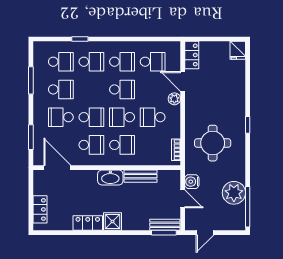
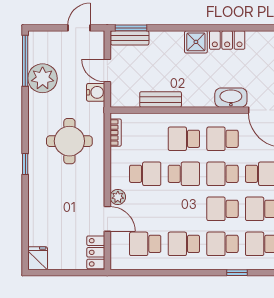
school desk: (122, 89) -> (223, 209), moved
washbasin: (110, 177) -> (231, 98), moved

